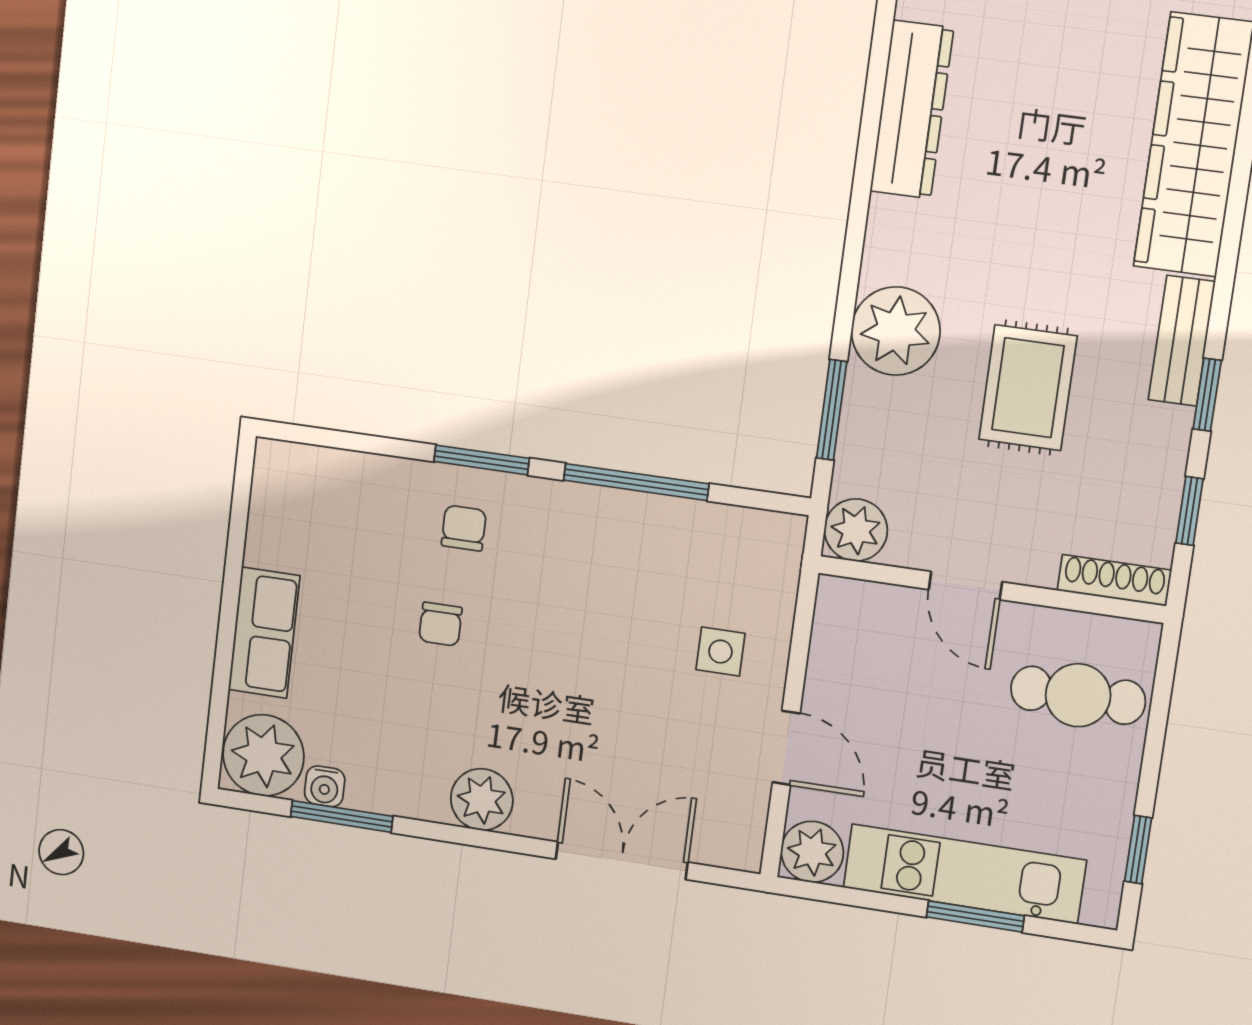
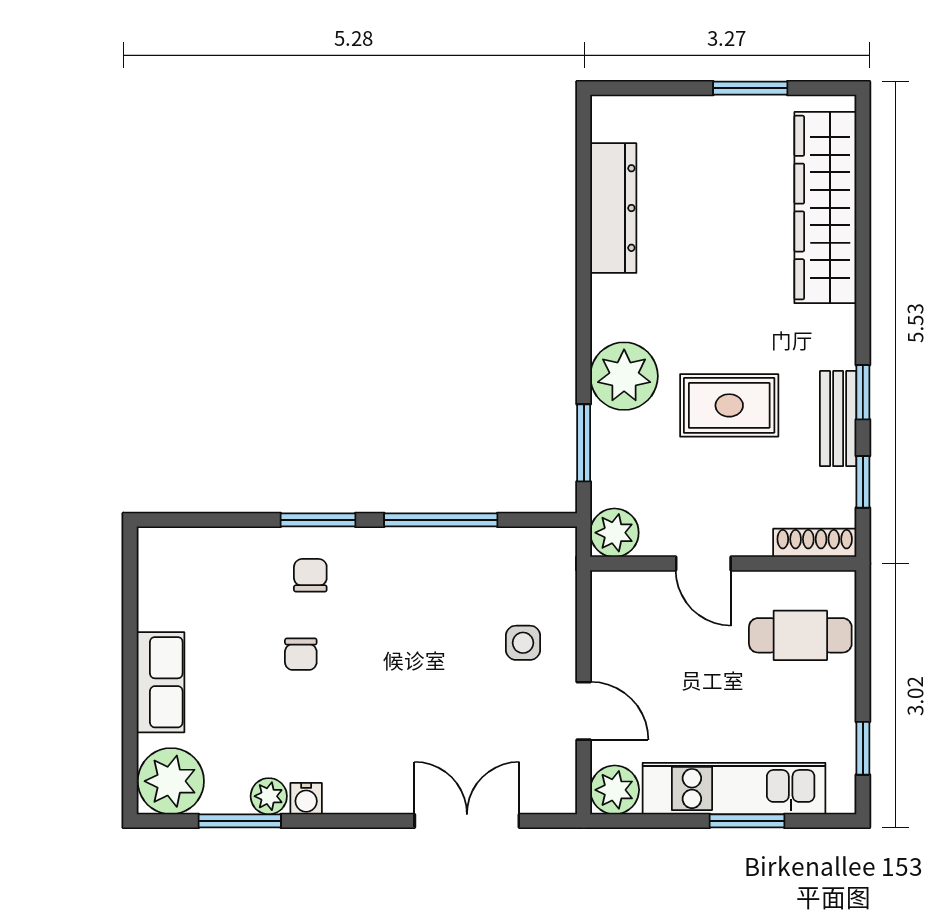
bench: (1182, 341) -> (838, 419), moved
rug: (1028, 388) -> (729, 405), turned 90
water cooler: (325, 786) -> (306, 799), moved
plant: (482, 800) -> (269, 796), moved, width x0.73, depth x0.73

